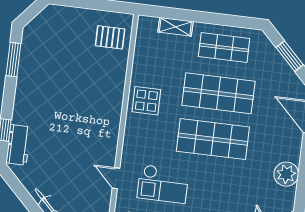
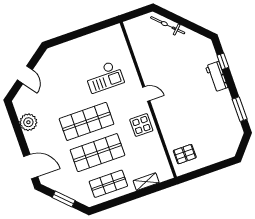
workbench: (18, 145) -> (217, 77), moved
door: (116, 178) -> (146, 94), moved
checkout: (163, 184) -> (104, 77), turned 180

